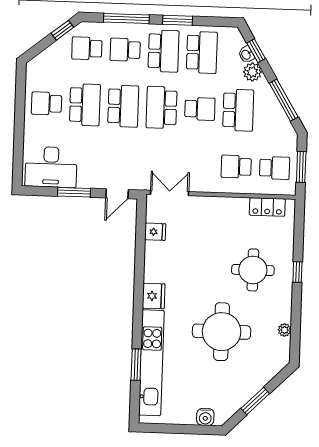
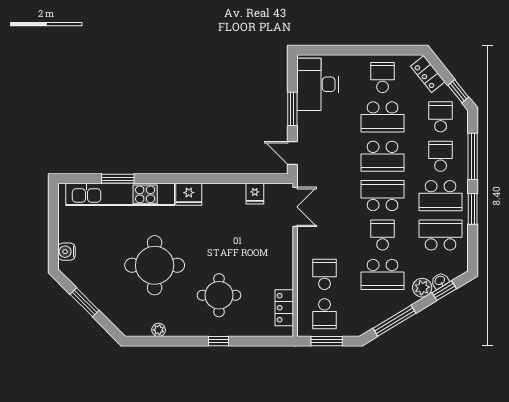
school desk: (202, 52) -> (441, 235), turned 180
locker: (45, 59) -> (428, 74), added
school desk: (200, 109) -> (383, 235), turned 180

